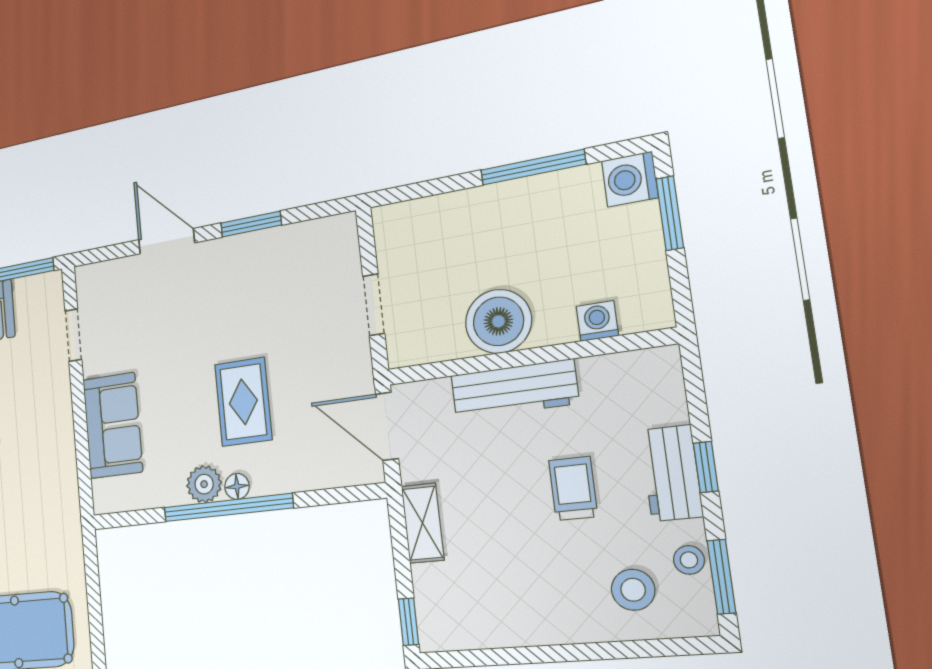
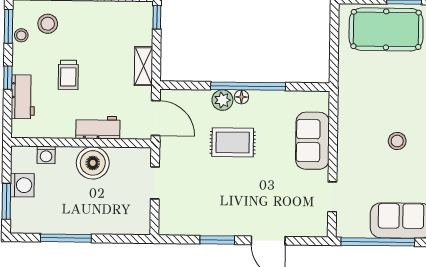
washing machine: (630, 179) -> (22, 185), moved
workbench: (514, 389) -> (98, 128), width x0.73
rug: (243, 402) -> (233, 142), turned 90
workbench: (671, 473) -> (23, 97), moved
plant: (204, 484) -> (222, 100), moved

